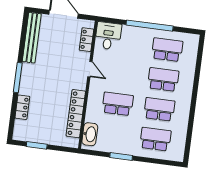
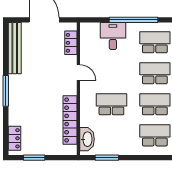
desk: (108, 36) -> (113, 36), moved
locker: (22, 107) -> (14, 138), moved
window: (121, 156) -> (107, 158), moved

